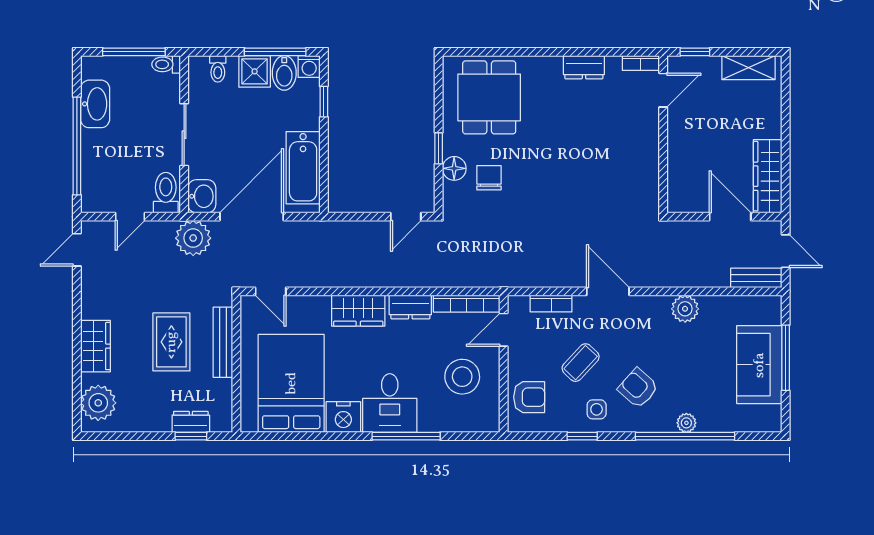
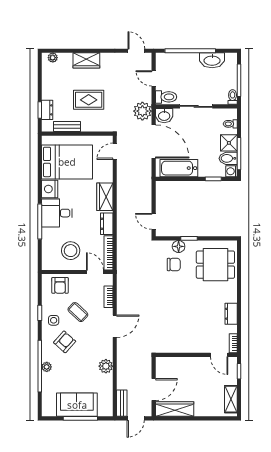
bench: (223, 342) -> (67, 127), moved, width x0.73
plant: (98, 403) -> (53, 58), width x0.53, depth x0.53

